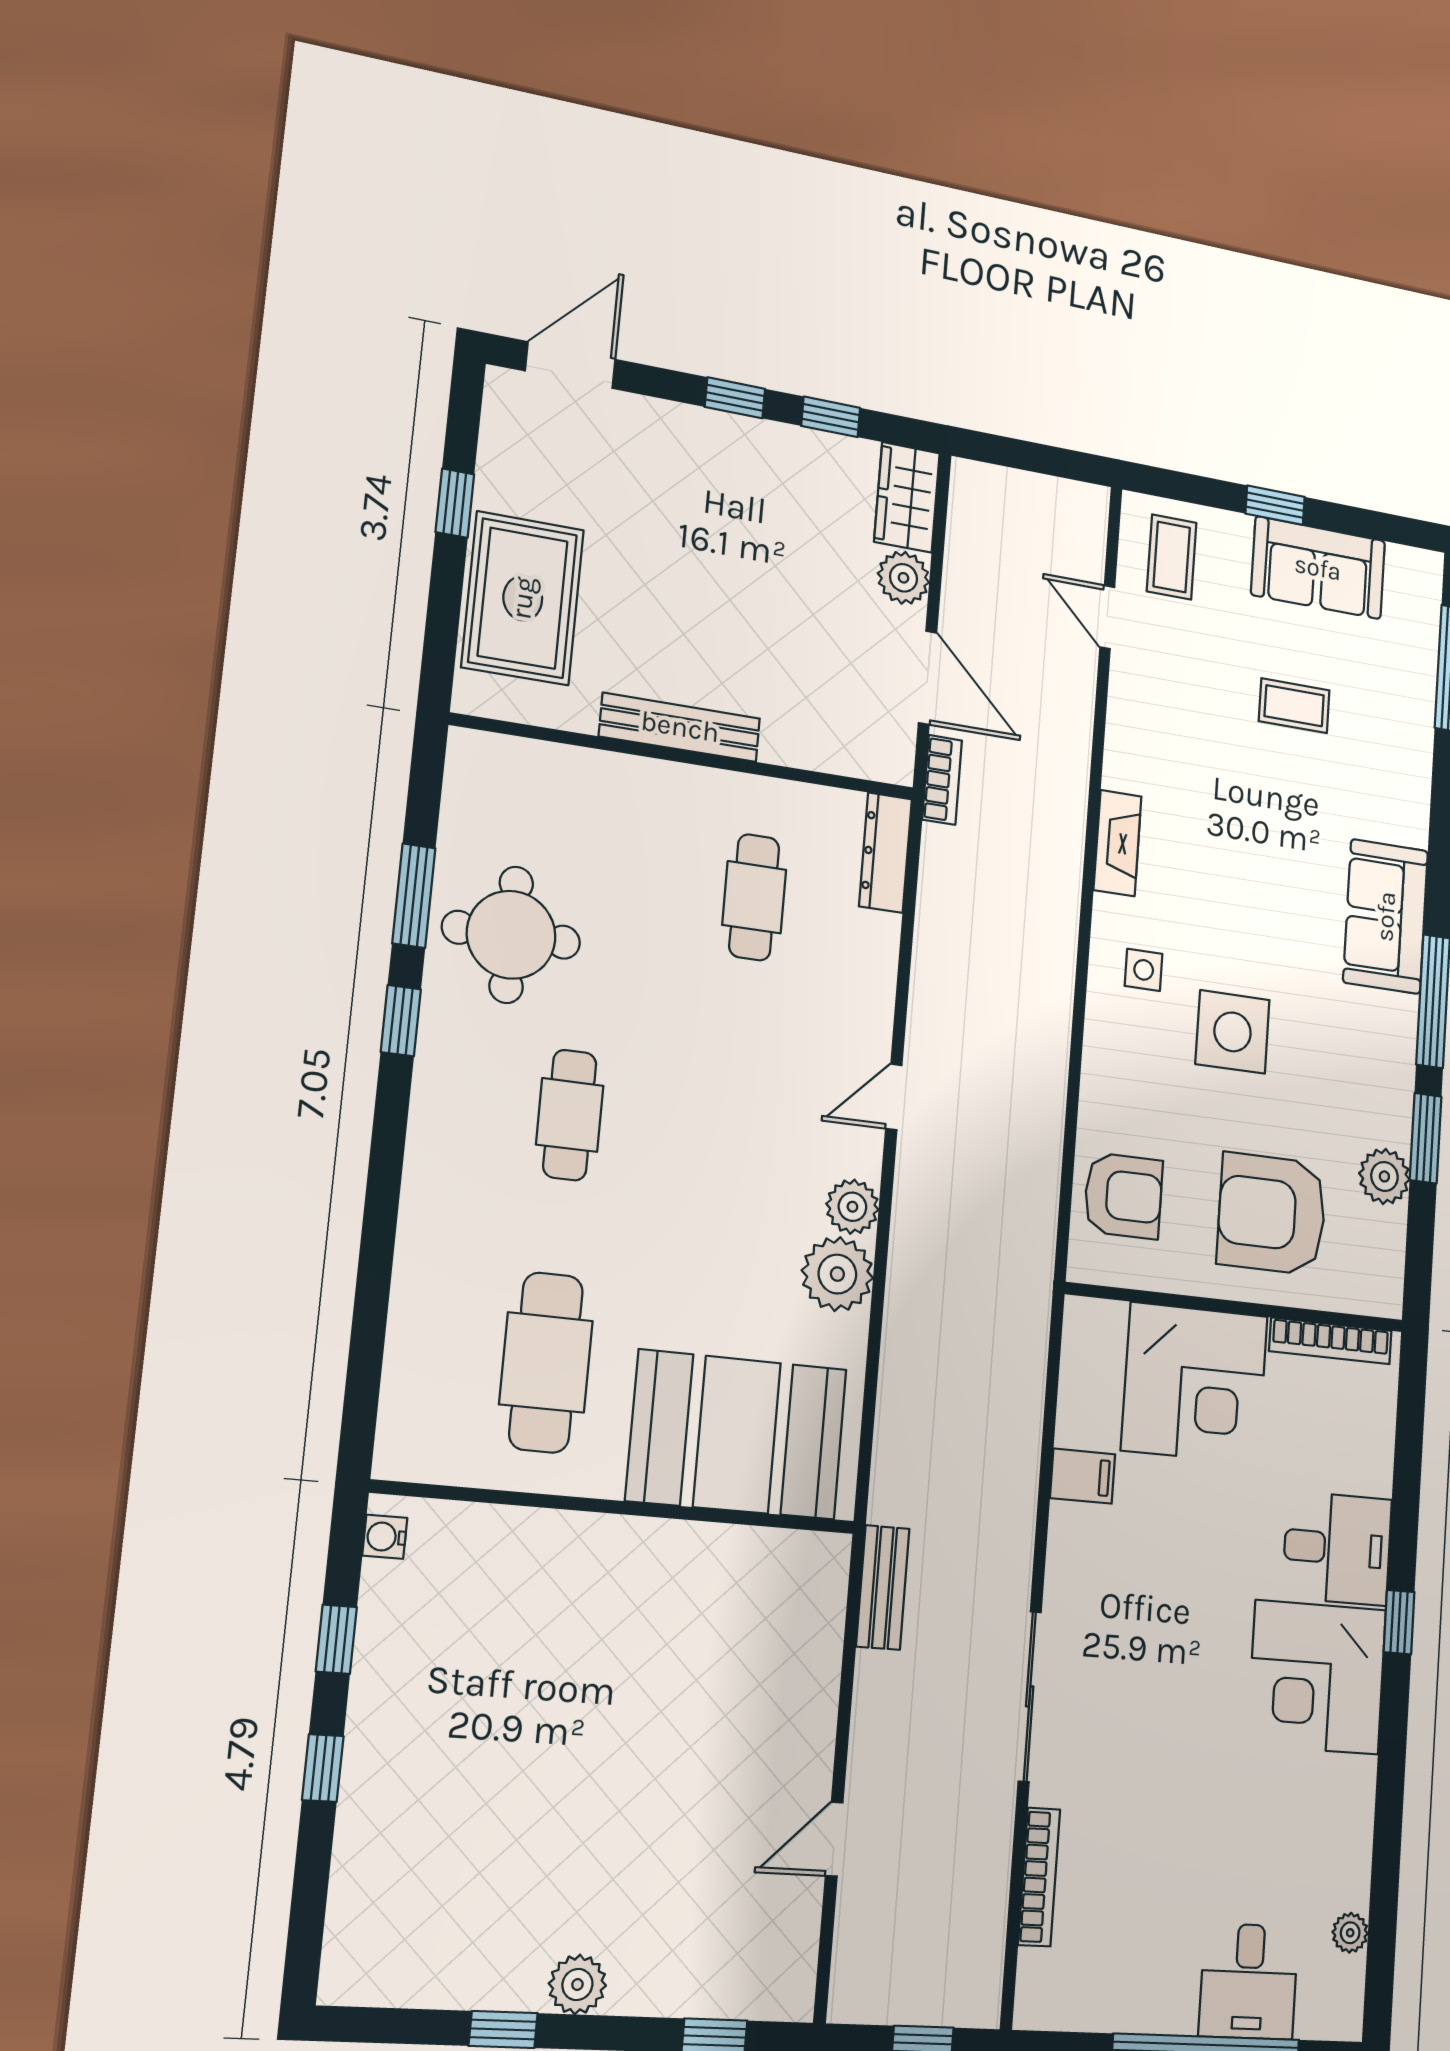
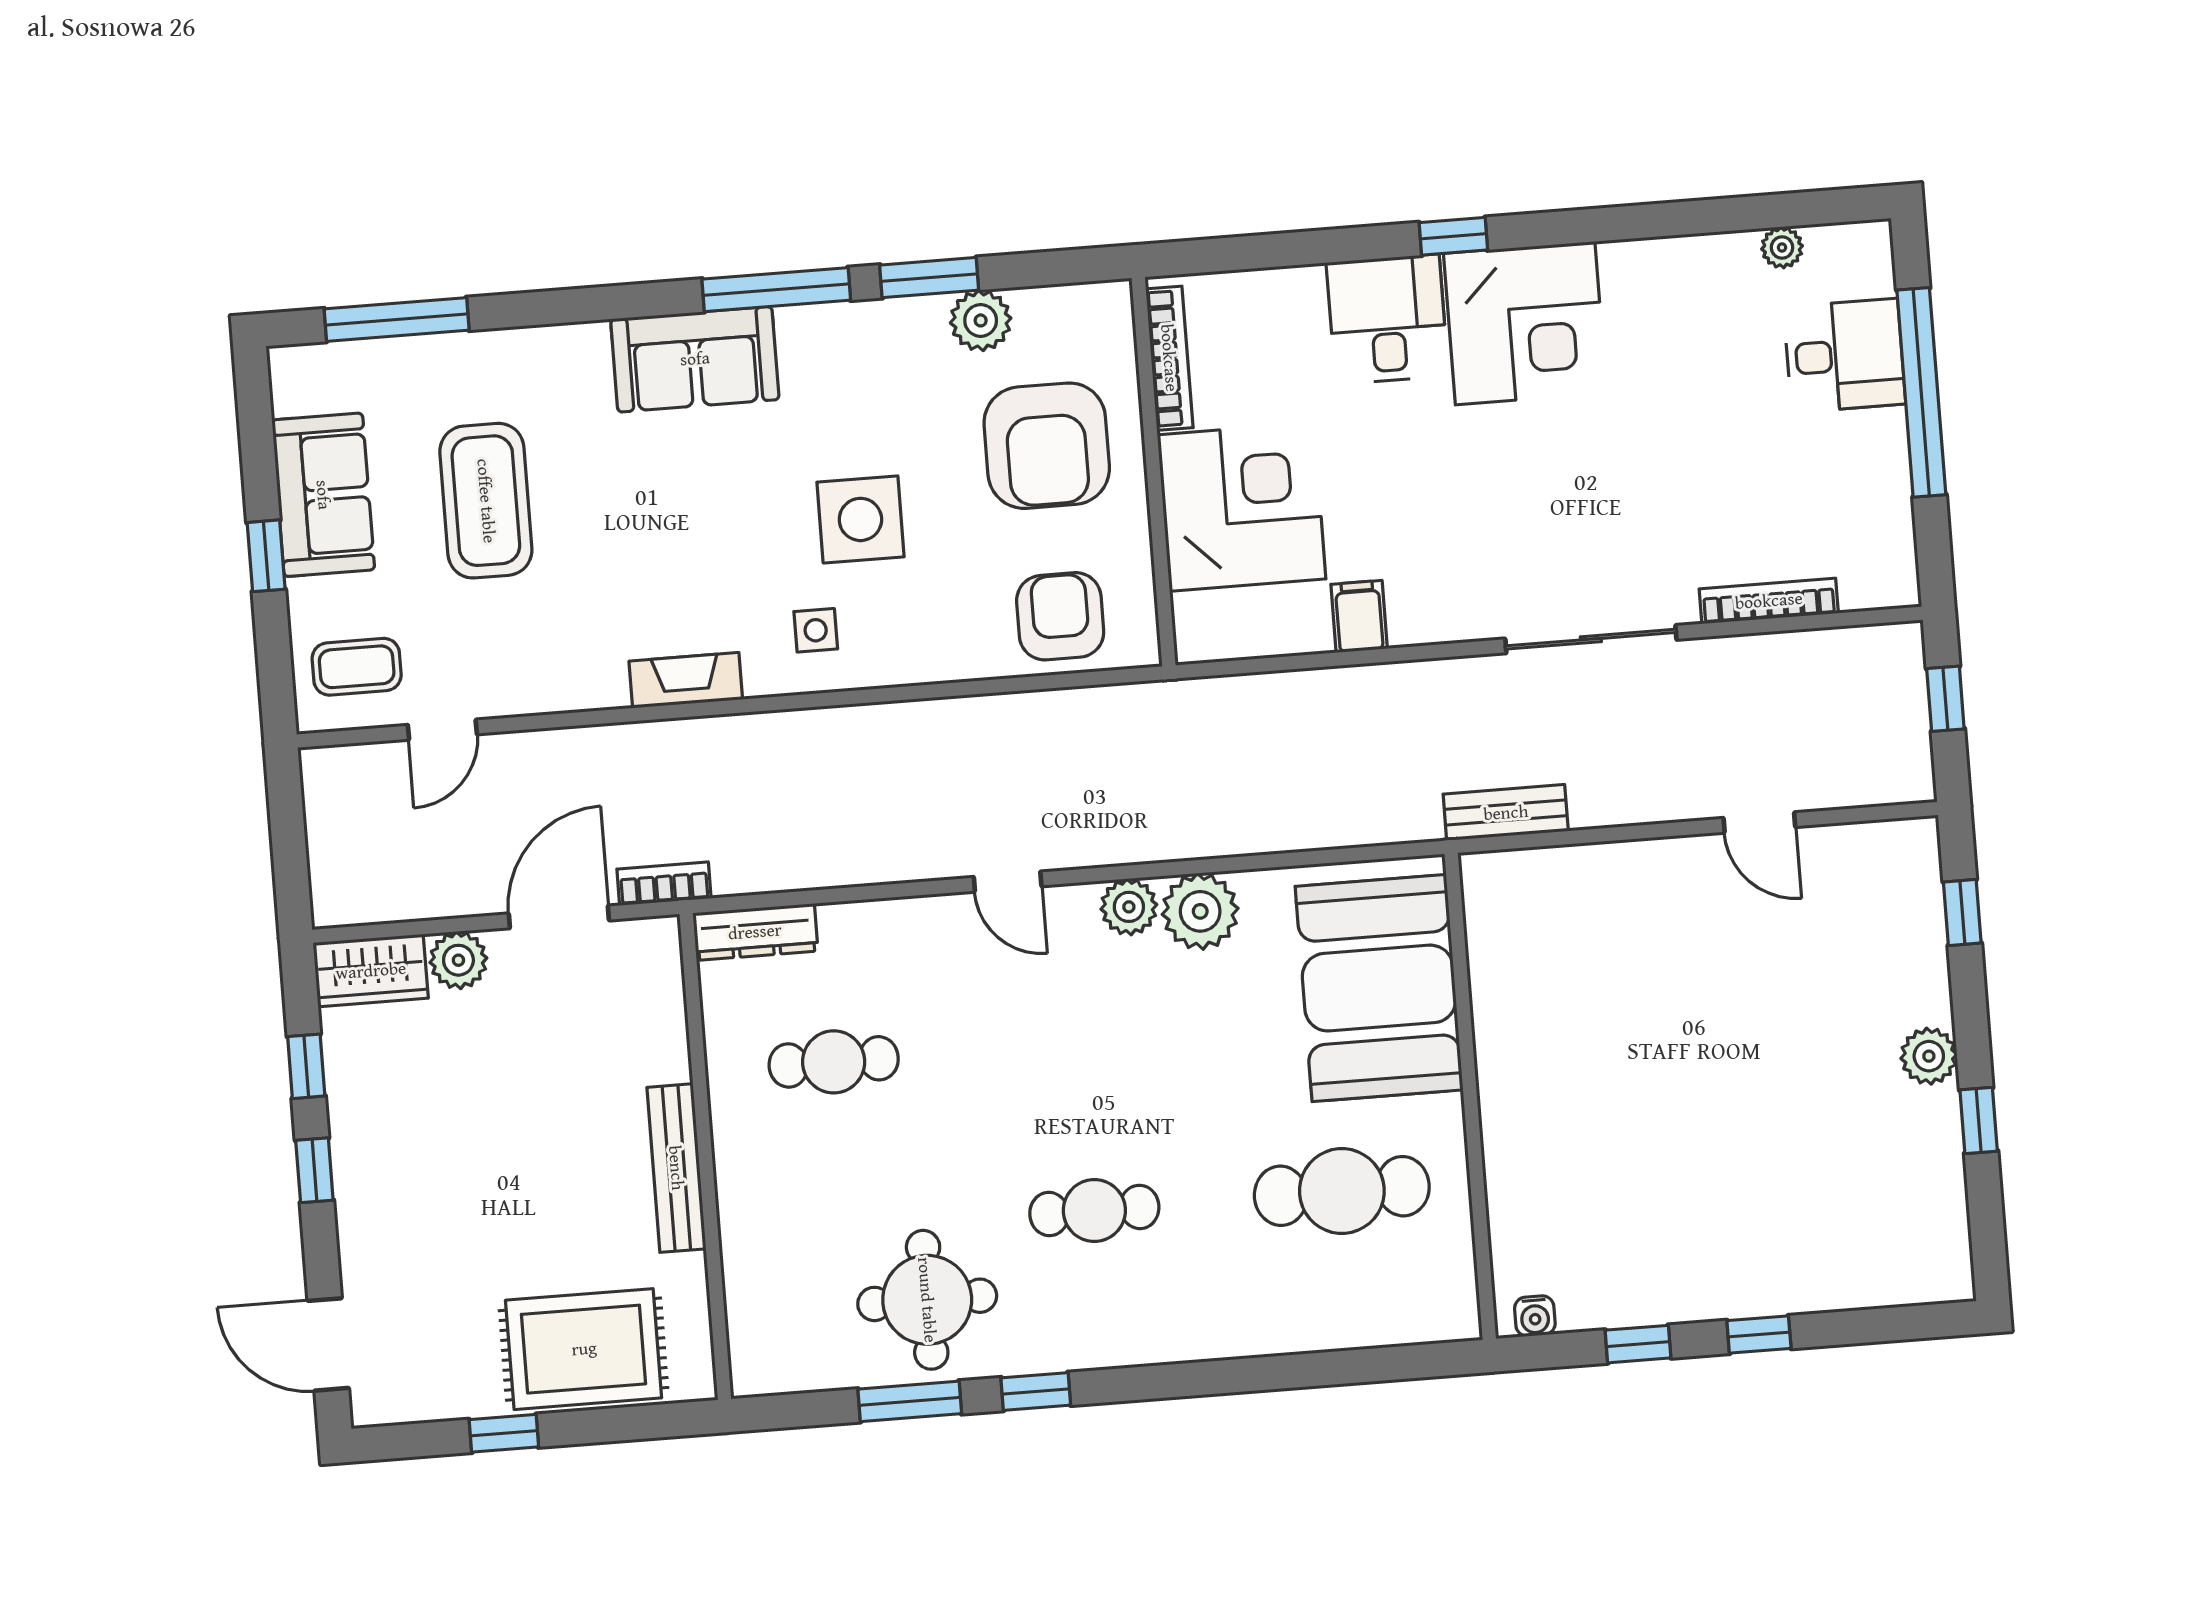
coffee table: (1294, 706) -> (486, 501), width x1.86, depth x1.72

